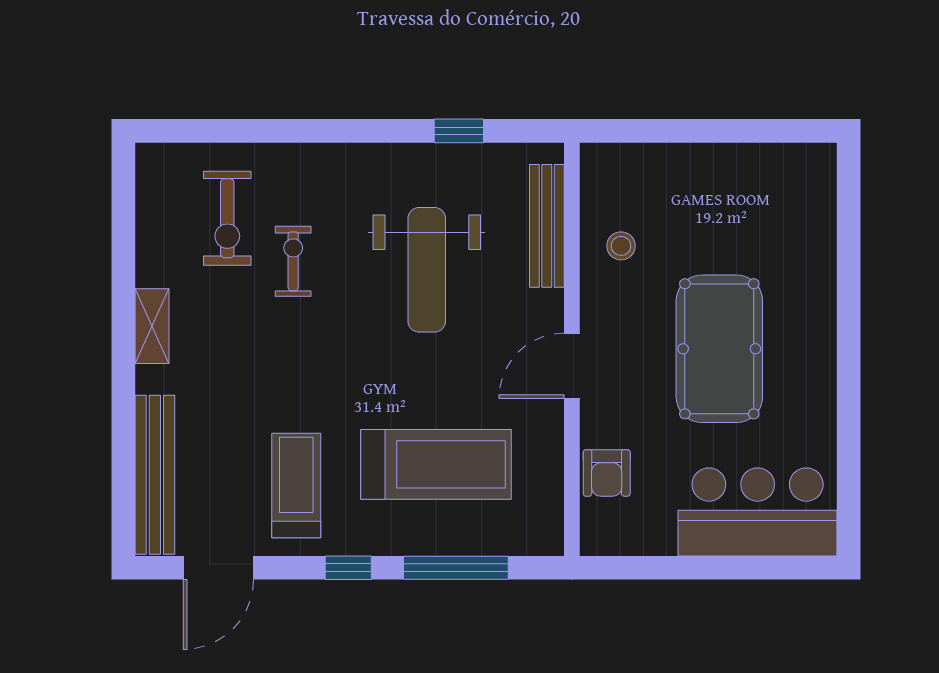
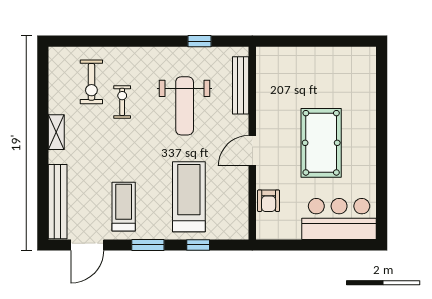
stool: (621, 246) -> (275, 95), removed
treadmill: (436, 464) -> (189, 197), turned -90
window: (348, 568) -> (148, 245), width x1.50
window: (456, 568) -> (198, 245), width x0.46

